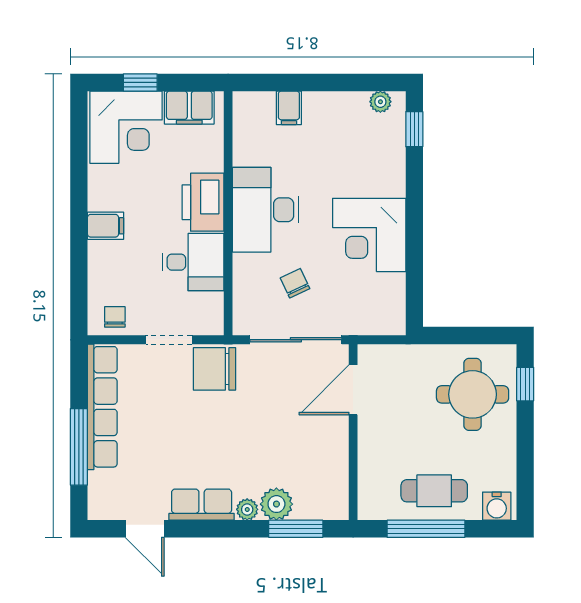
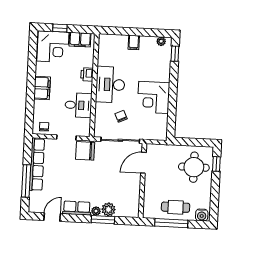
filing cabinet: (289, 108) -> (134, 42), moved
printer: (203, 202) -> (87, 74), width x0.53, depth x0.68
filing cabinet: (106, 226) -> (42, 88), width x2.00
door: (145, 529) -> (52, 217), swing flipped
window: (296, 529) -> (103, 220), moved

